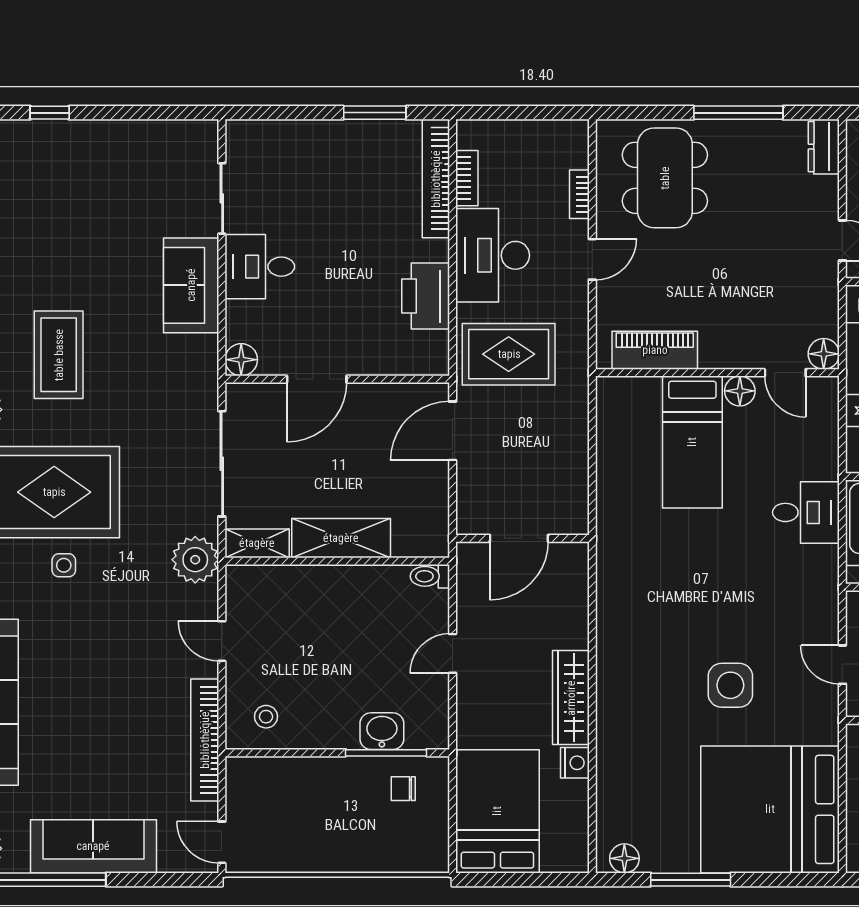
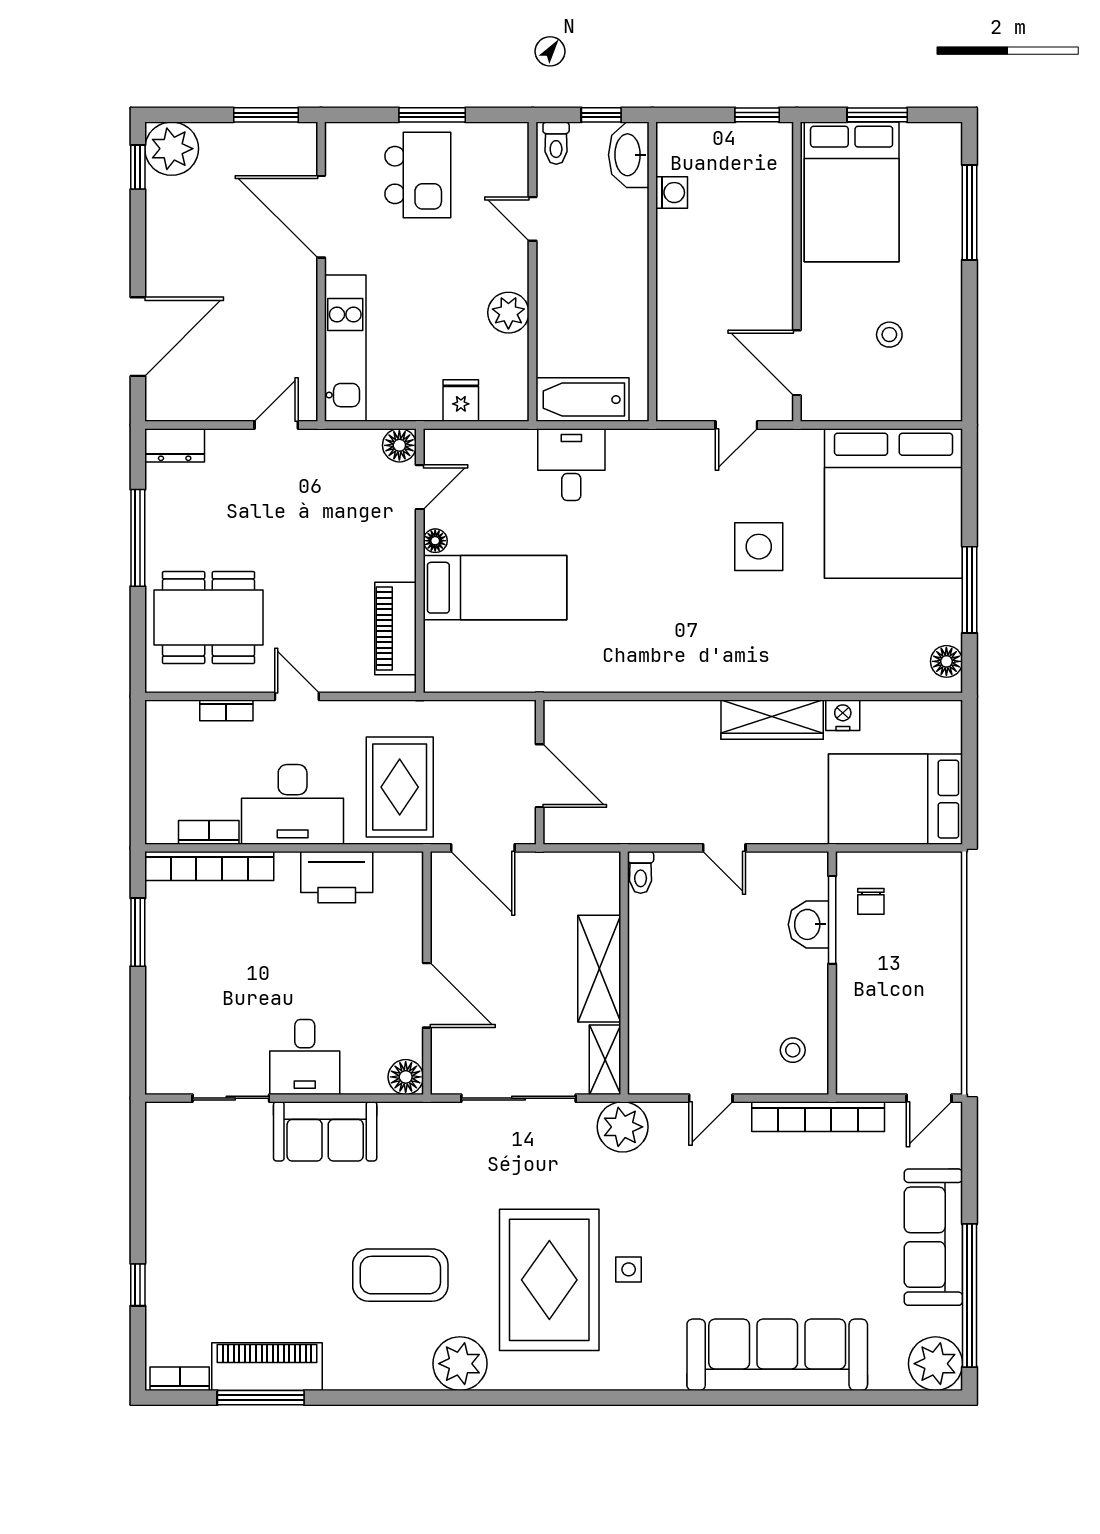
floor lamp: (740, 391) -> (435, 541), width x0.73, depth x0.73
door: (519, 538) -> (540, 776), moved
wall: (522, 538) -> (540, 772), moved

